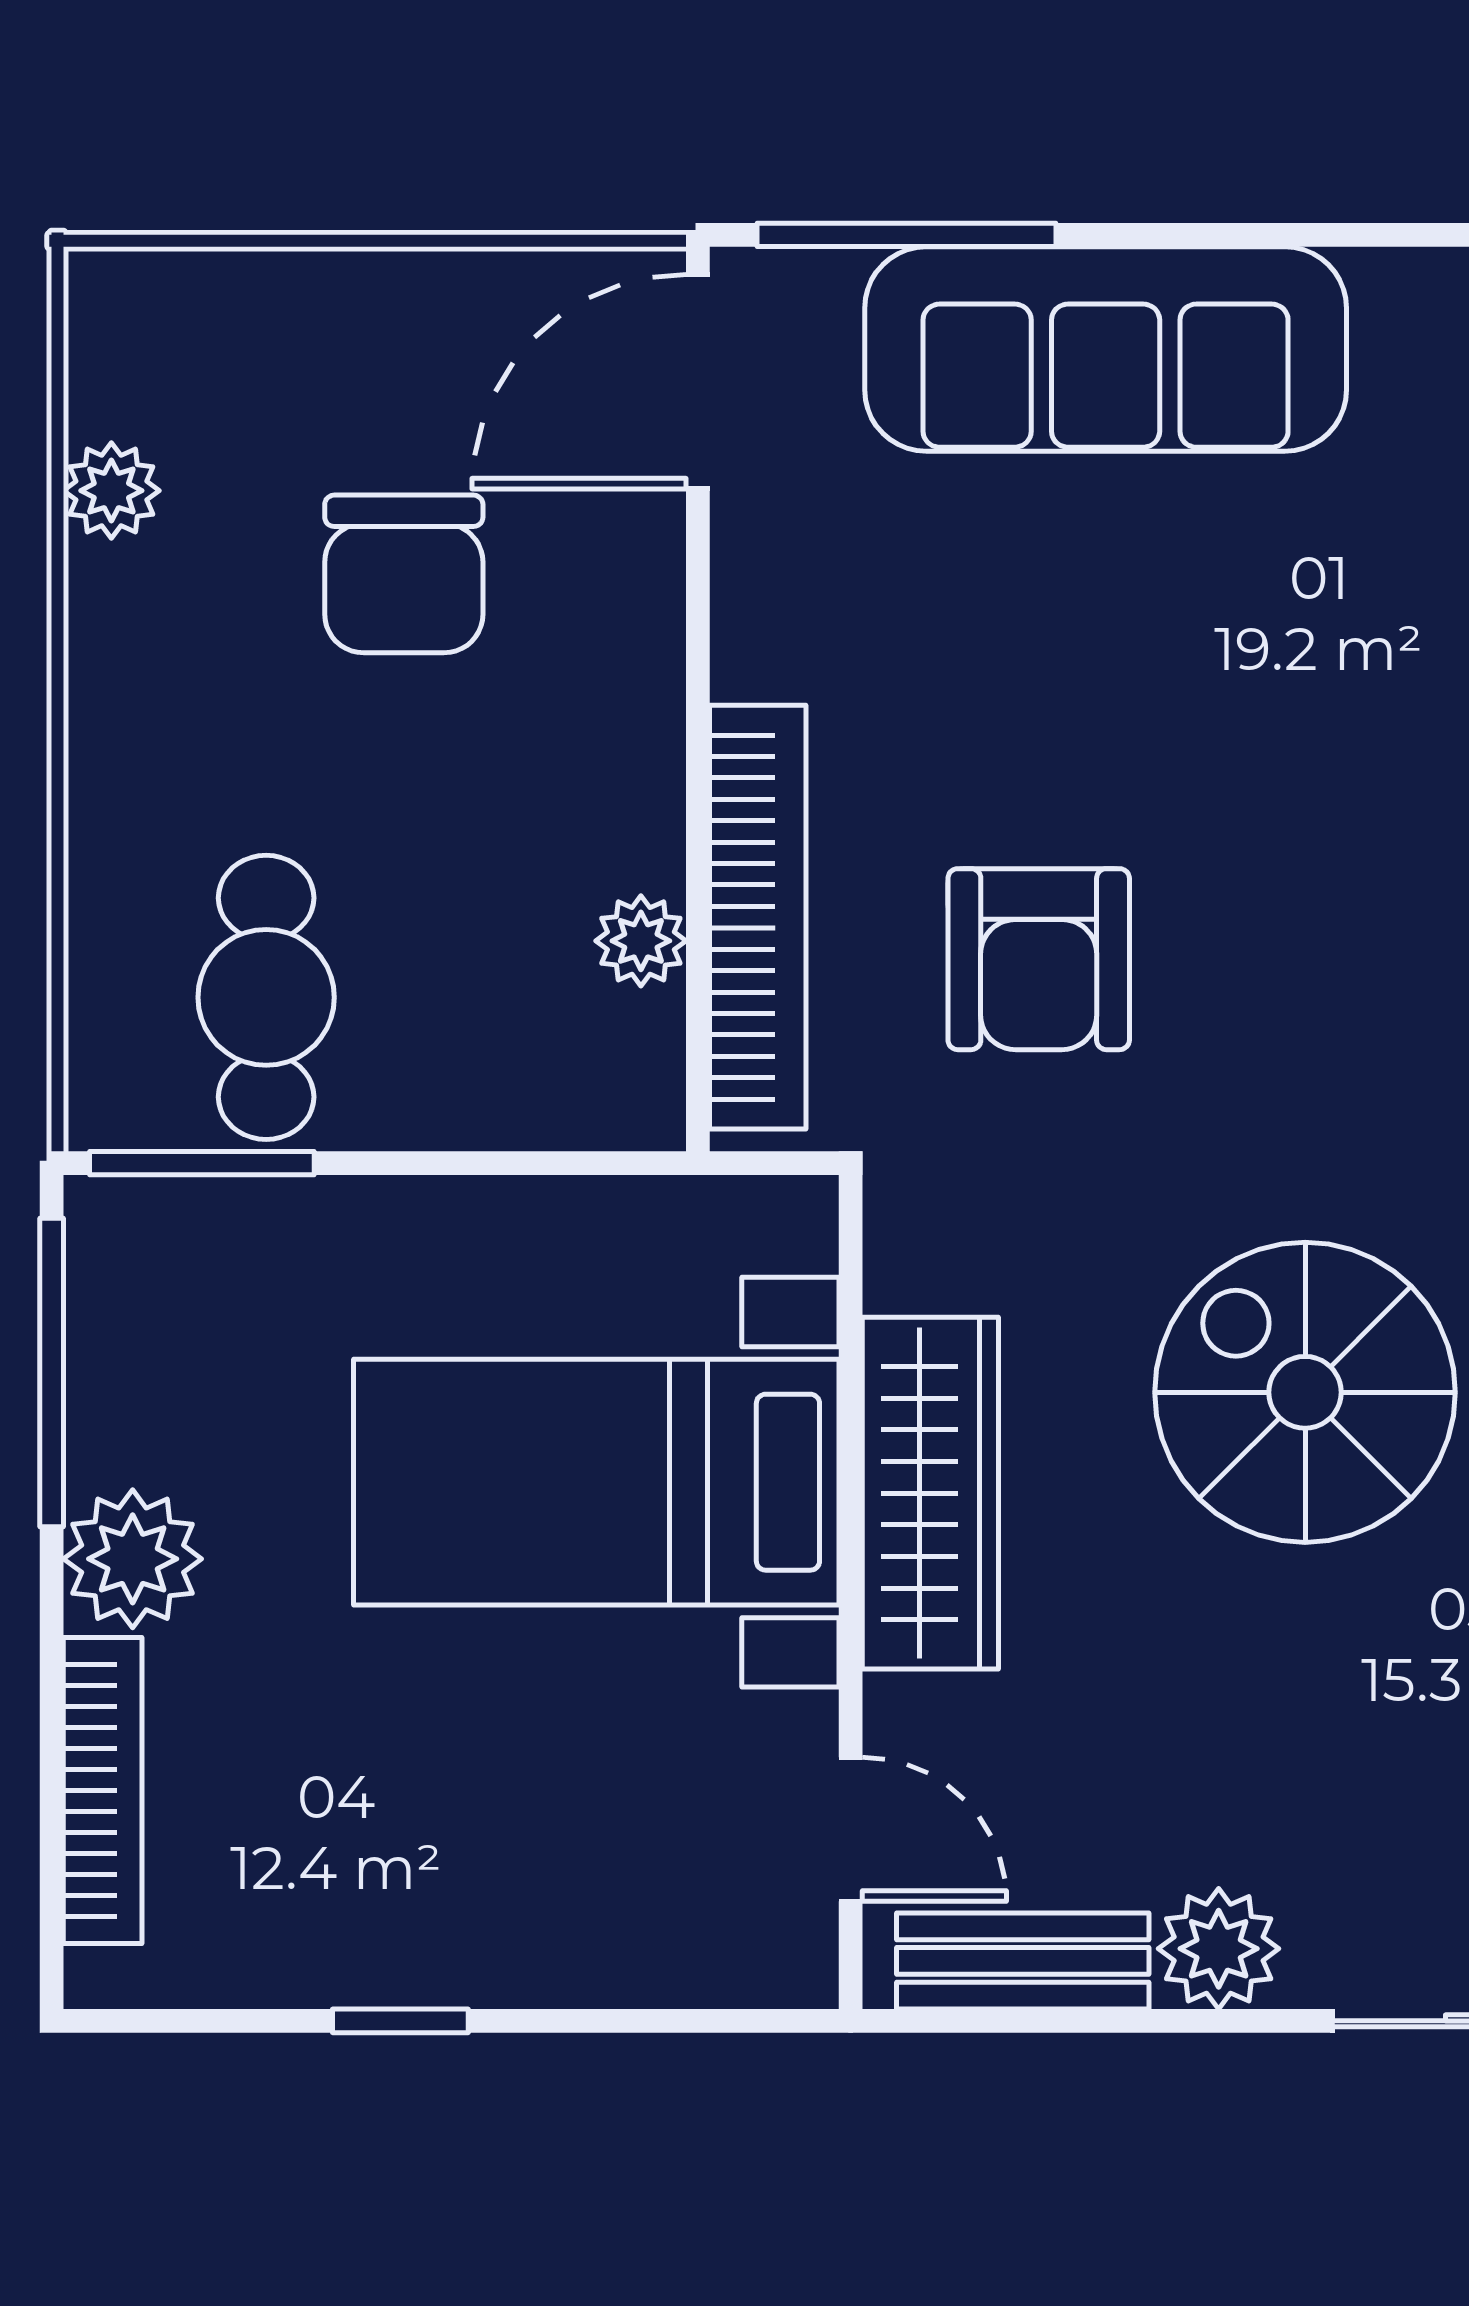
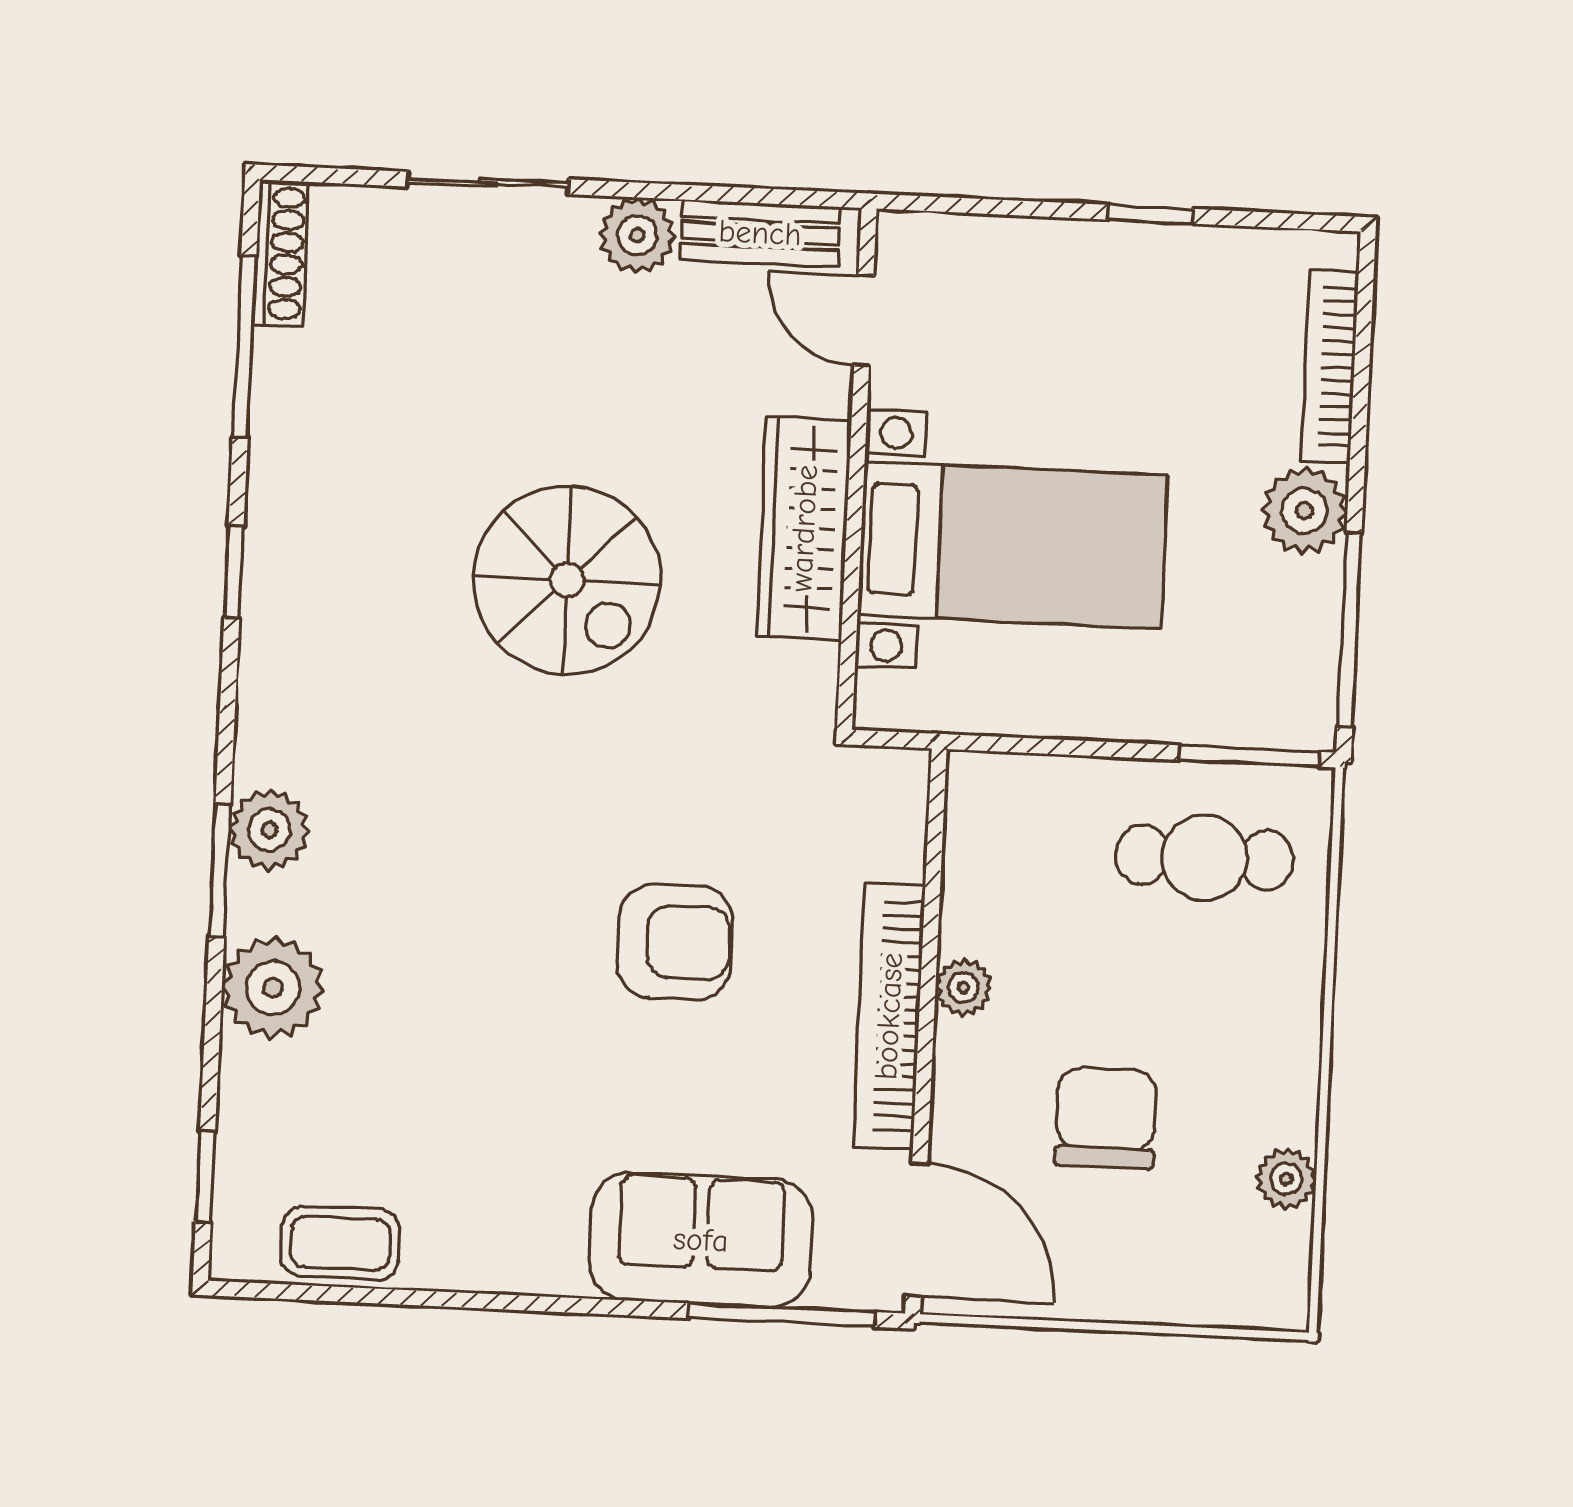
sofa: (1106, 349) -> (701, 1240), width x0.73
door: (698, 382) -> (917, 1230), hinge flipped
bookcase: (758, 917) -> (889, 1016), moved
plant: (641, 941) -> (964, 987), moved
armchair: (1039, 959) -> (675, 942), moved, turned 90
cafe table: (266, 997) -> (1204, 858), turned 90

